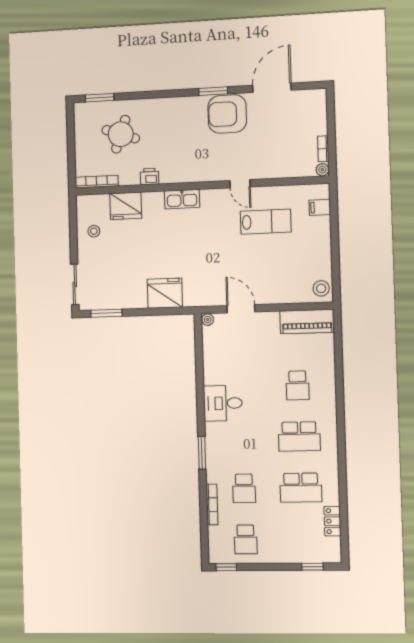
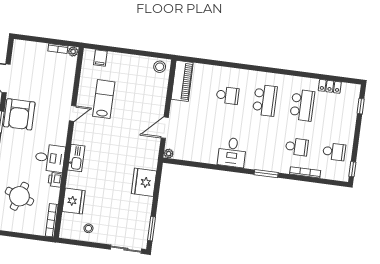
desk: (177, 165) -> (50, 158), added

